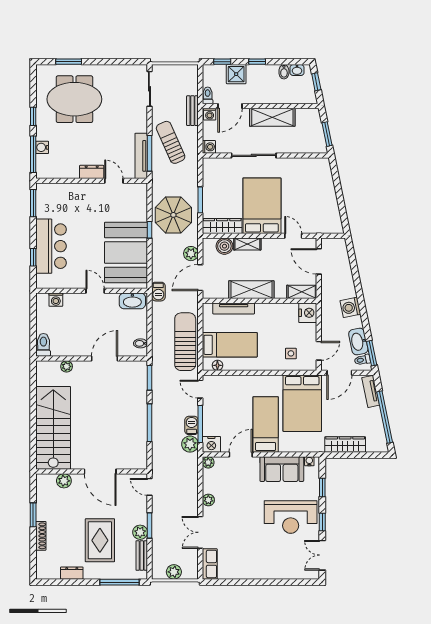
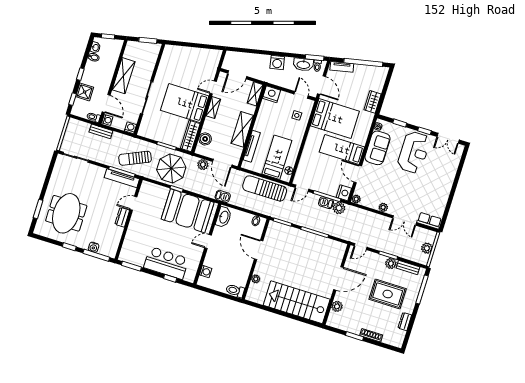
sun lounger: (171, 142) -> (135, 158), moved
shelving: (247, 244) -> (213, 108), moved
wardrobe: (345, 445) -> (373, 102), width x0.67

